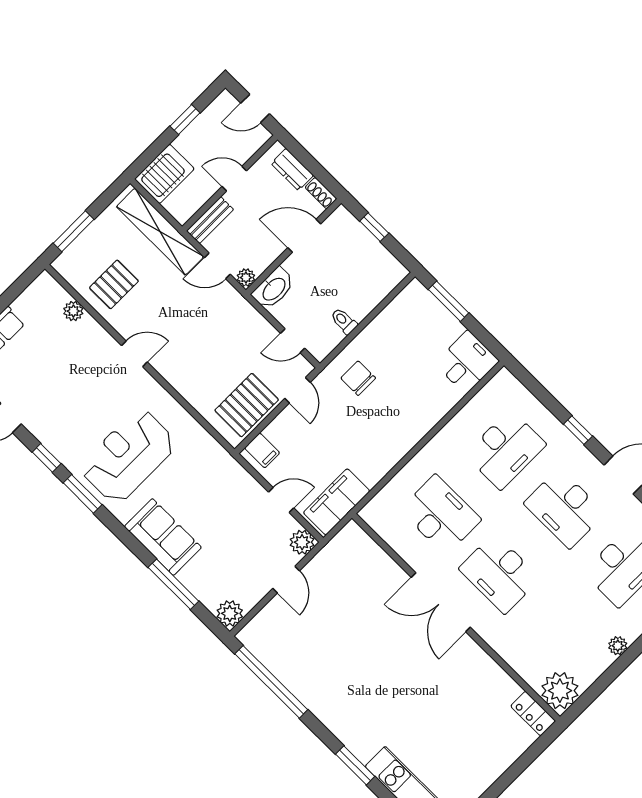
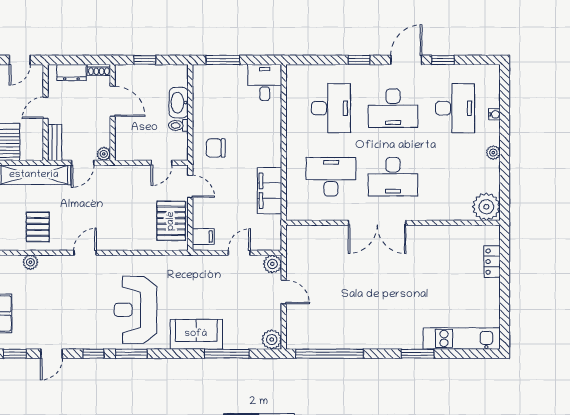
door: (304, 236) -> (113, 101), swing flipped
washbasin: (274, 289) -> (179, 103), moved, turned 180
filing cabinet: (337, 502) -> (269, 191), moved
locker: (533, 714) -> (492, 262), moved, turned 90

